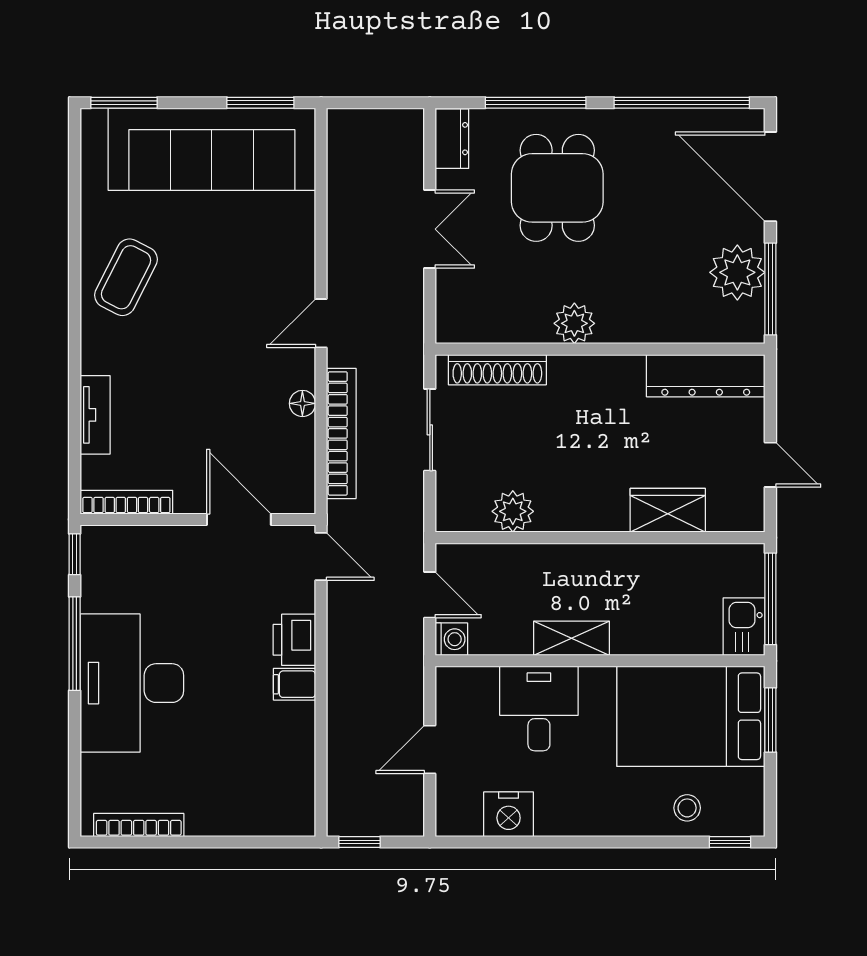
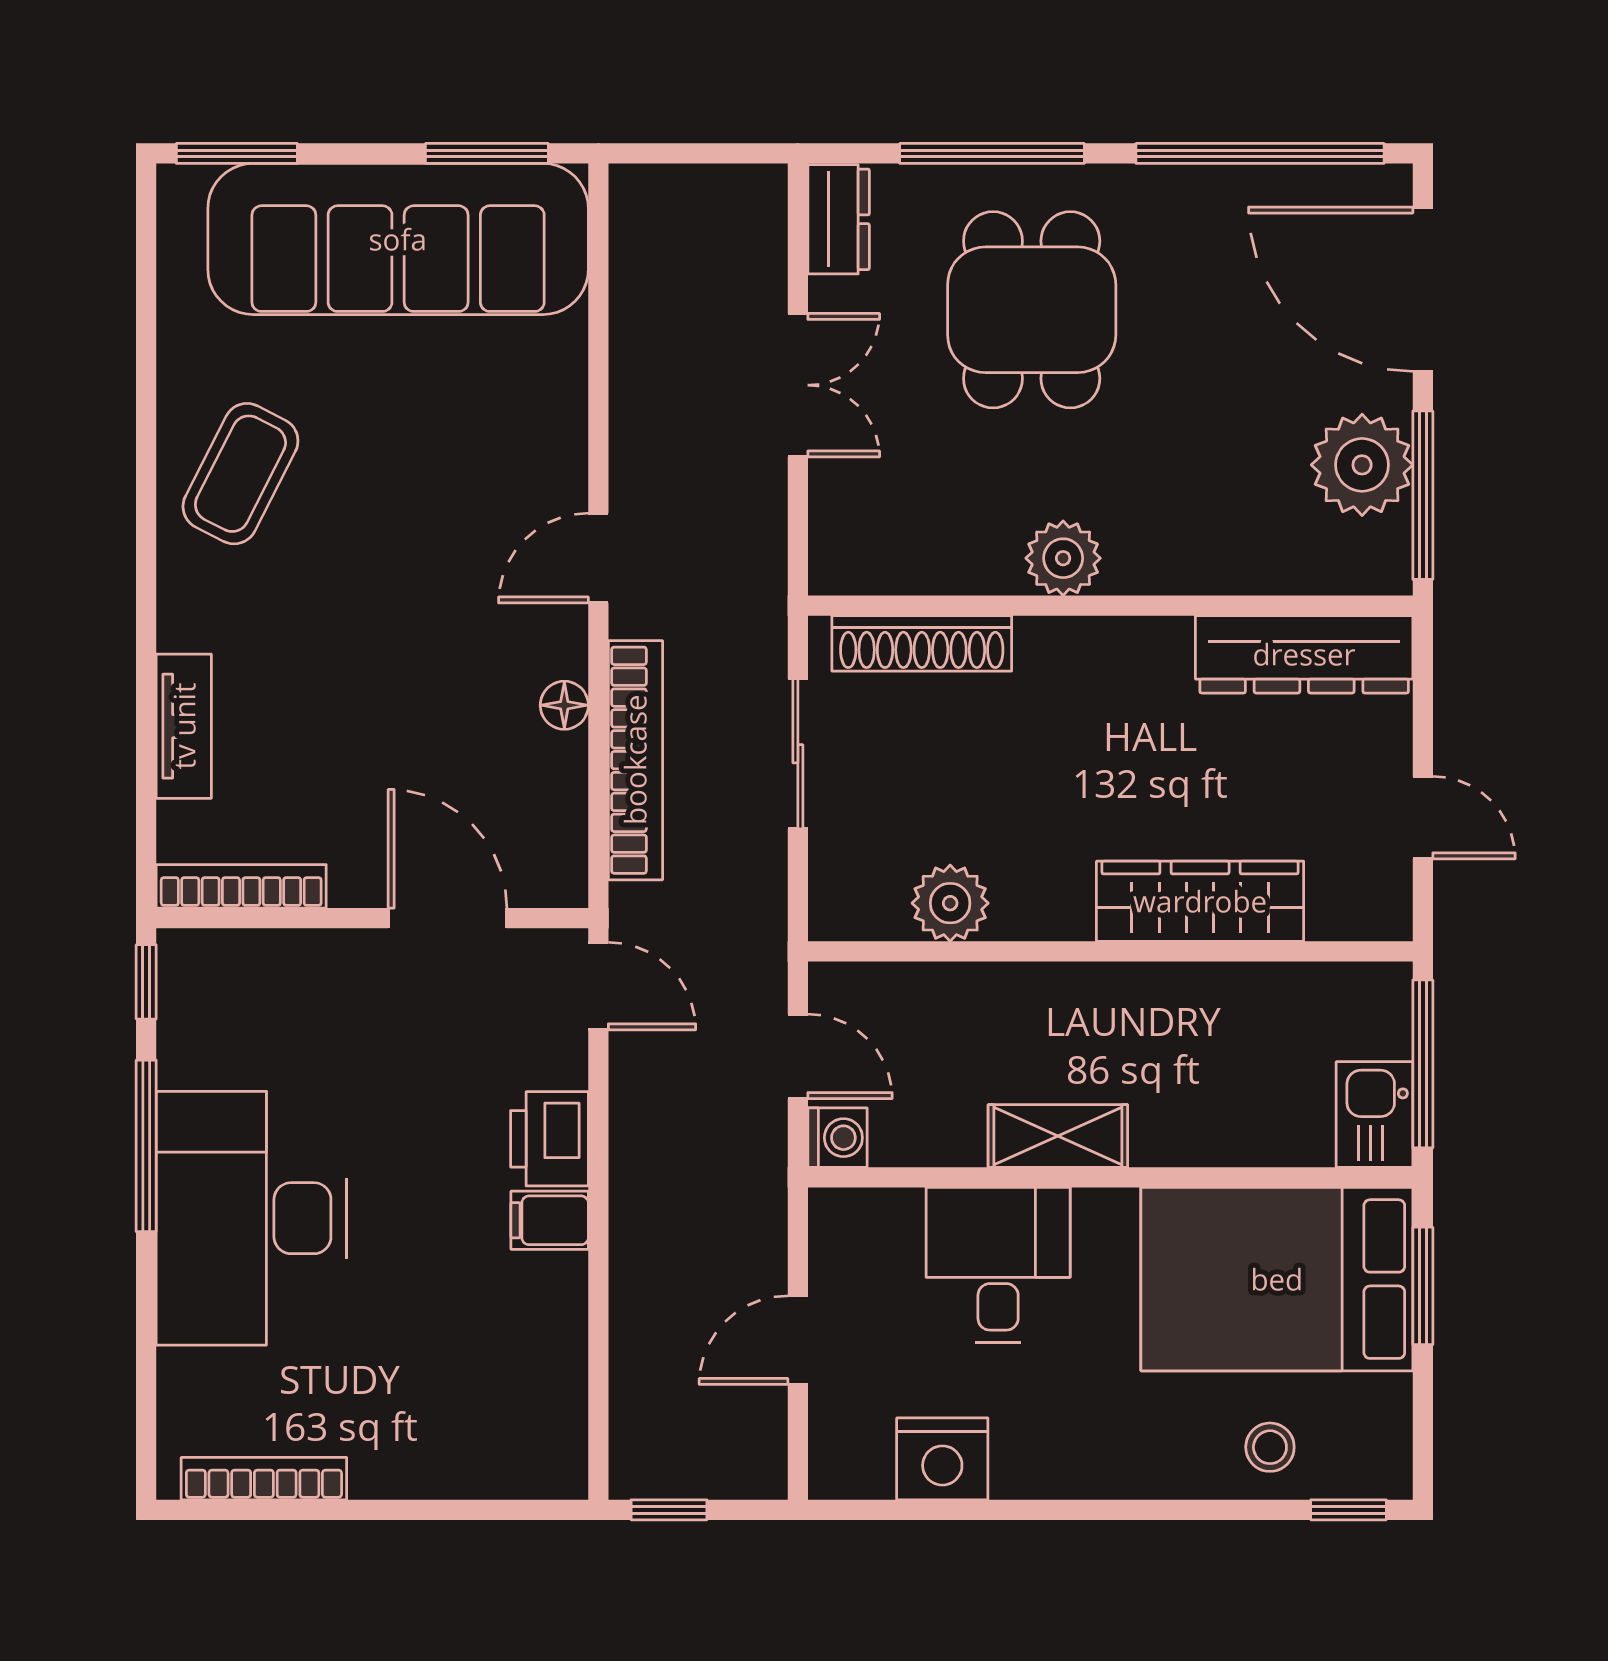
wardrobe: (668, 510) -> (1200, 901), width x1.50

